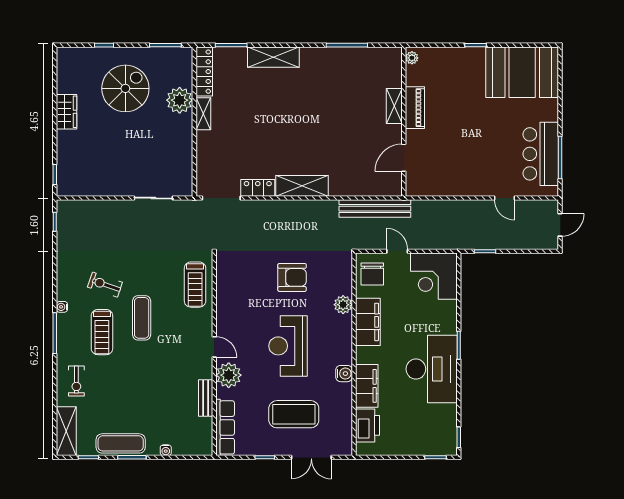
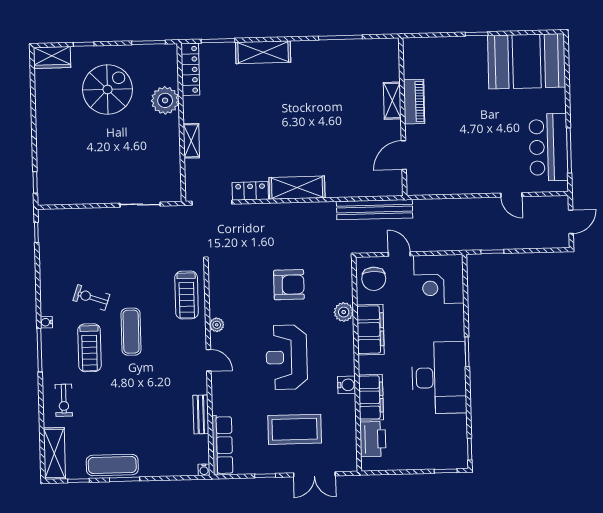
plant: (412, 58) -> (410, 49), removed
wardrobe: (66, 112) -> (52, 57), moved, turned 90
shelving: (203, 114) -> (191, 141), moved
plant: (229, 375) -> (217, 325), moved, width x0.53, depth x0.53
water cooler: (166, 450) -> (204, 470), moved

